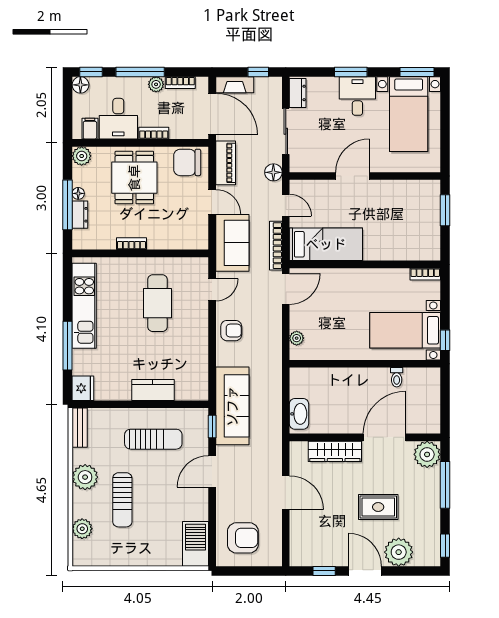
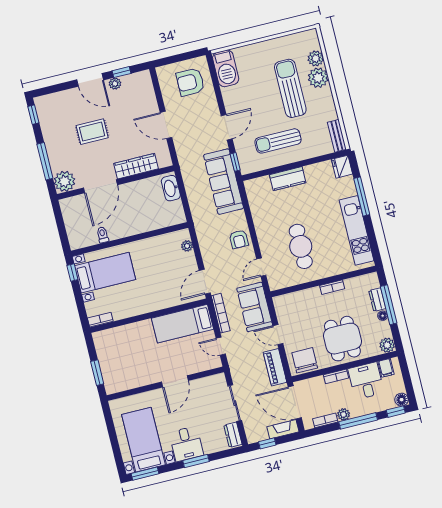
chair: (187, 162) -> (305, 360), turned -90
floor lamp: (273, 172) -> (236, 369), removed
armchair: (231, 331) -> (239, 239), turned -90
plant: (85, 477) -> (318, 78), moved
sun lounger: (122, 500) -> (290, 88), width x1.36, depth x1.34
plant: (399, 552) -> (115, 84), moved, width x0.53, depth x0.53

